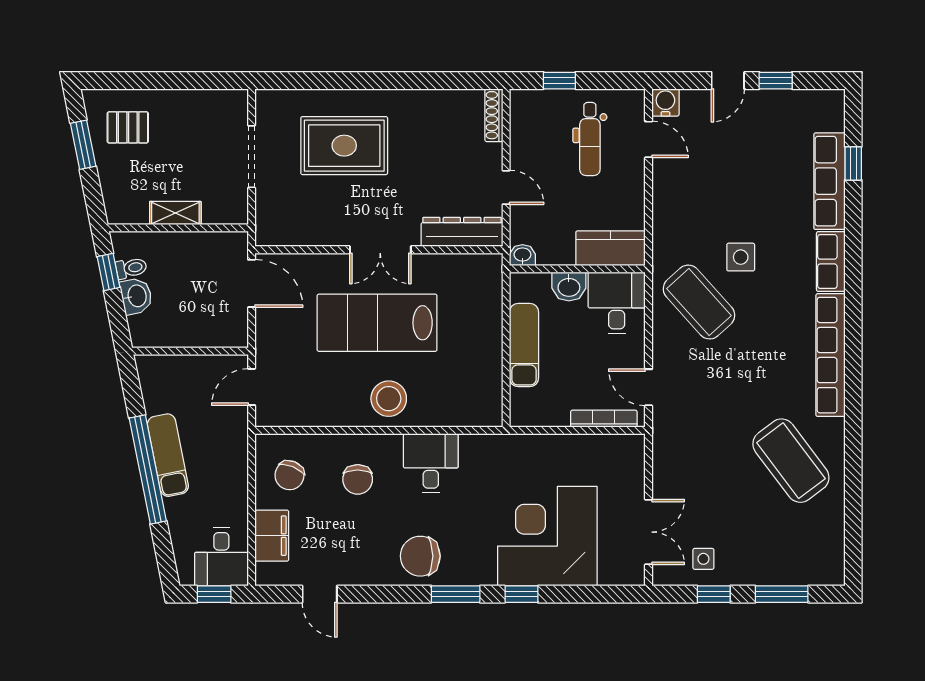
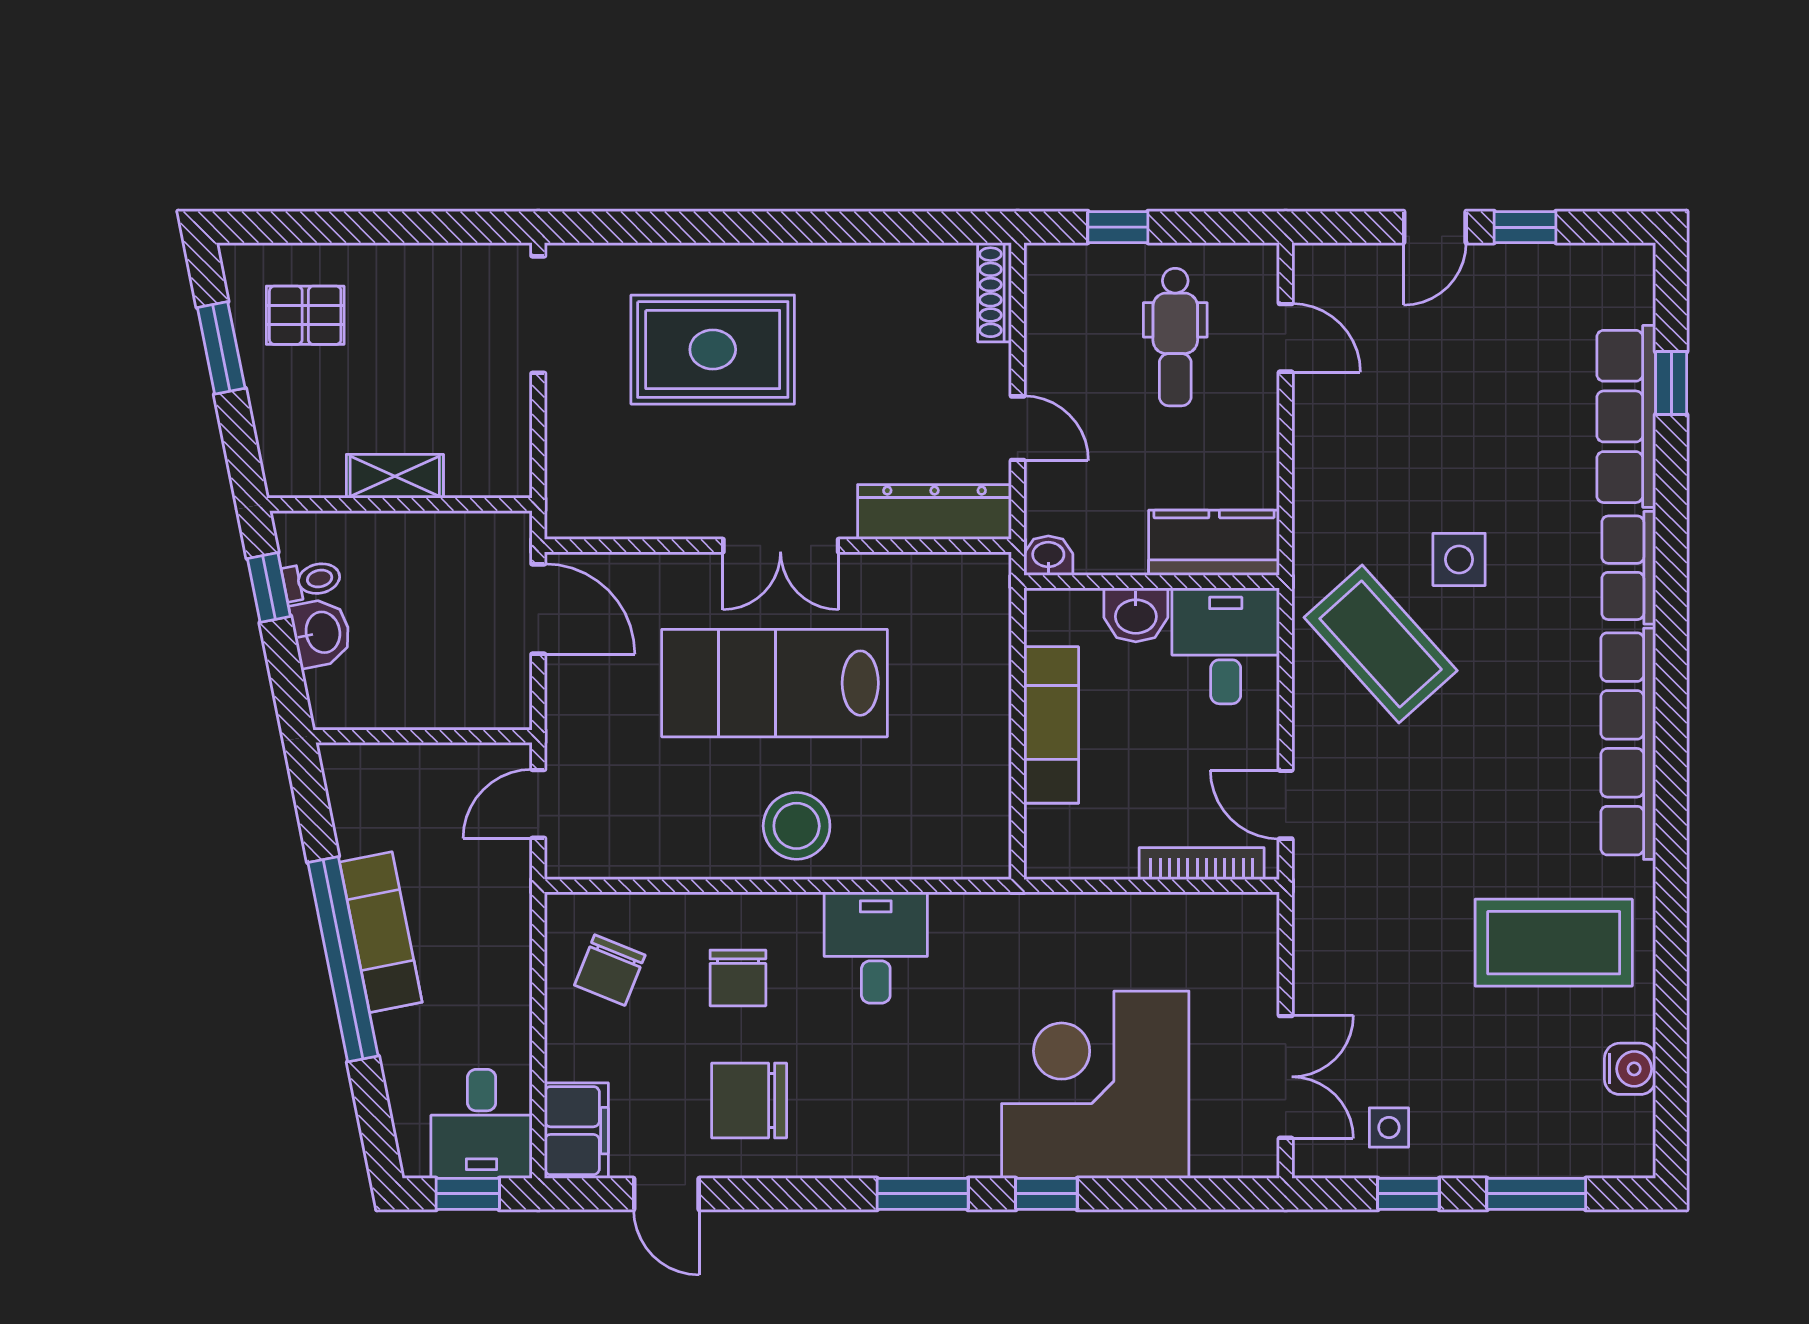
water cooler: (665, 102) -> (1630, 1069), moved, turned 90
doorway: (252, 157) -> (538, 315), moved
coffee table: (791, 461) -> (1554, 943), turned -53
filing cabinet: (272, 536) -> (576, 1131), moved
chair: (420, 556) -> (749, 1101), moved

